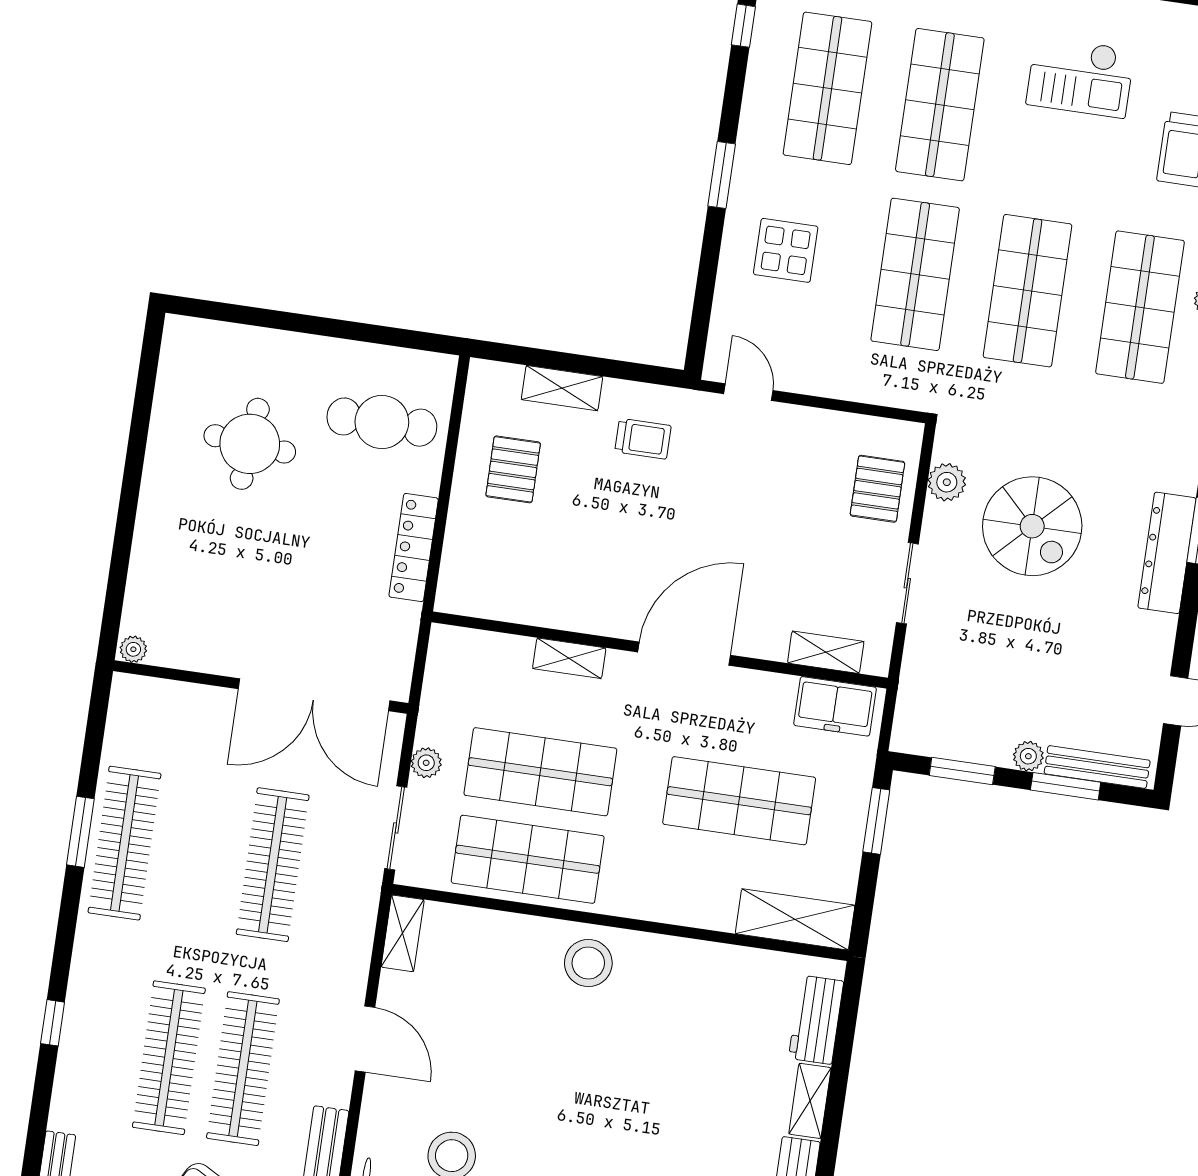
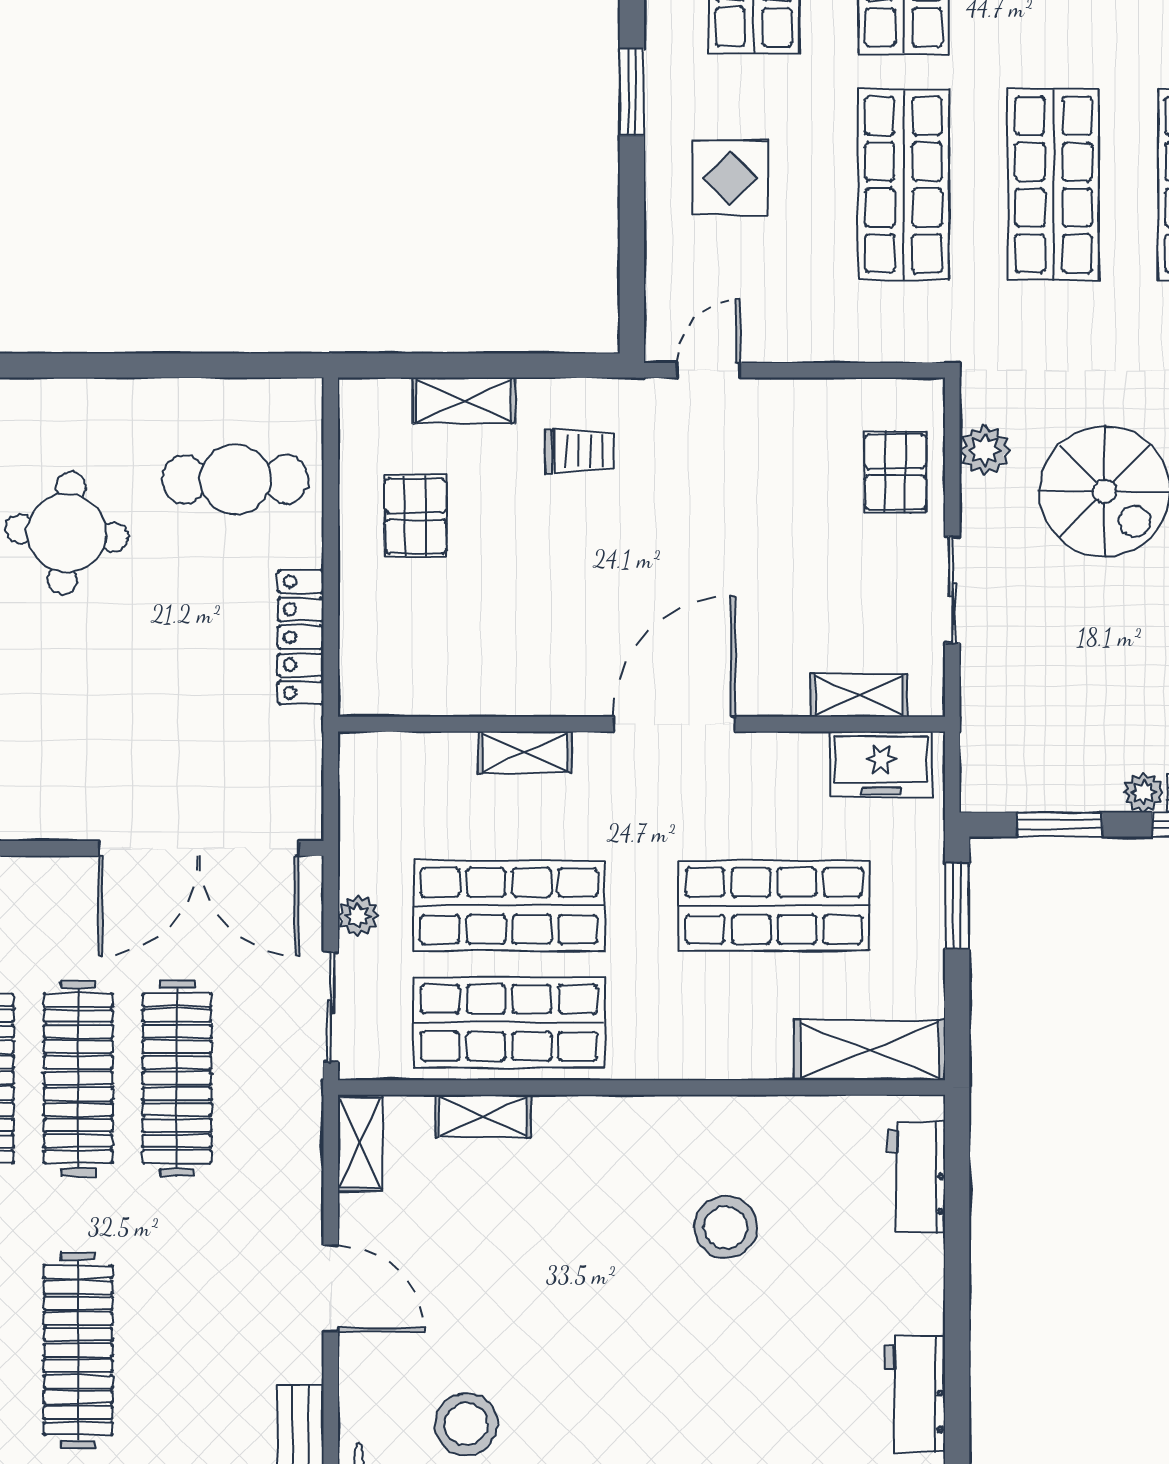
door: (748, 392) -> (708, 370), hinge flipped
stool: (588, 963) -> (726, 1227), moved
clothes rail: (243, 1069) -> (78, 1078), moved
shelving: (810, 1101) -> (483, 1116), moved, turned 90

